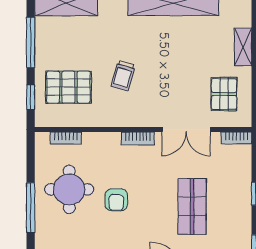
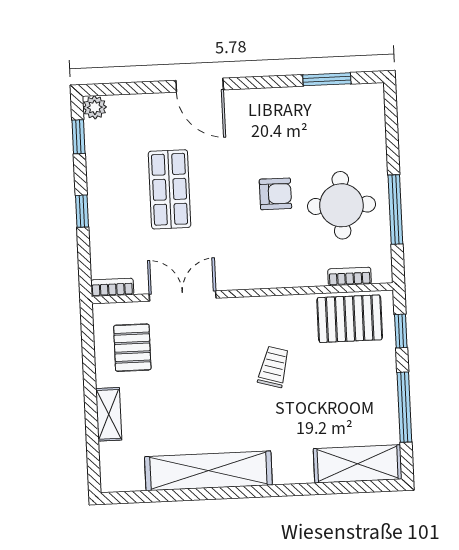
pallet: (68, 87) -> (350, 319), moved
bookcase: (138, 138) -> (249, 281), removed
armchair: (116, 200) -> (275, 194), turned 90
window: (31, 208) -> (395, 209), moved

